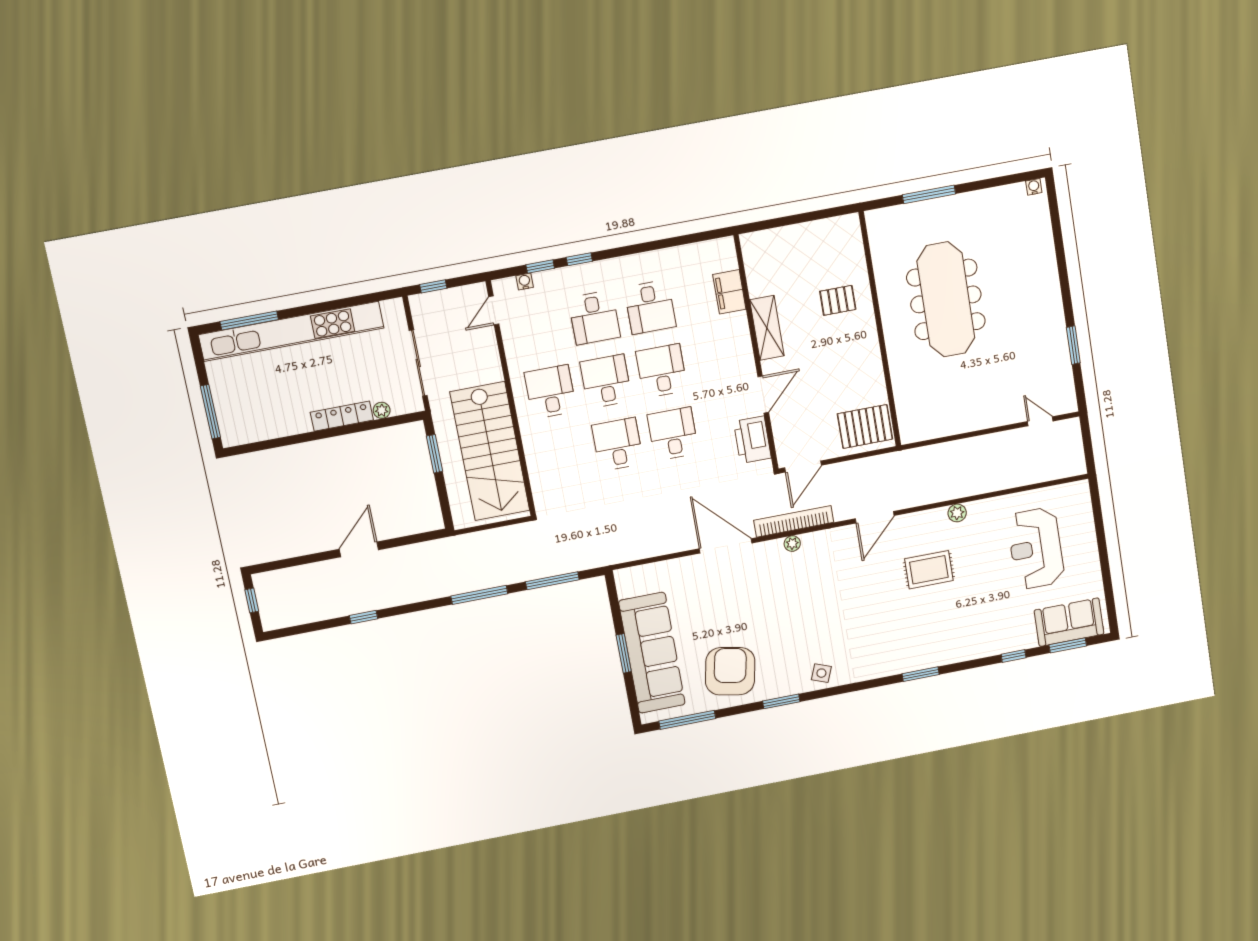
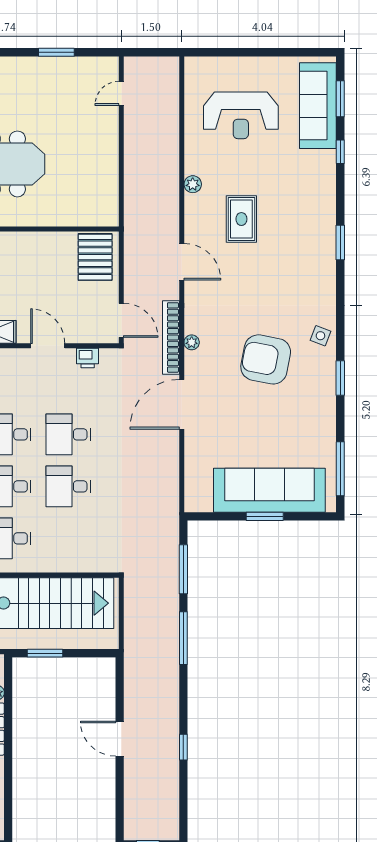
printer: (752, 440) -> (88, 358), width x0.53, depth x0.68
sofa: (1069, 622) -> (318, 106), width x1.36
armchair: (730, 671) -> (266, 359), moved

